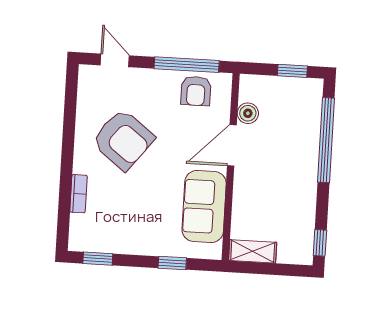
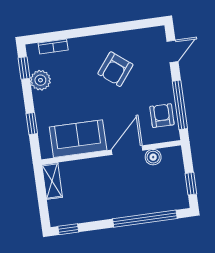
armchair: (196, 91) -> (162, 116), turned 90
armchair: (123, 140) -> (115, 69), width x0.73, depth x0.73
door: (232, 145) -> (127, 150), hinge flipped
bookcase: (78, 194) -> (53, 46), moved
plant: (118, 240) -> (40, 80), added

